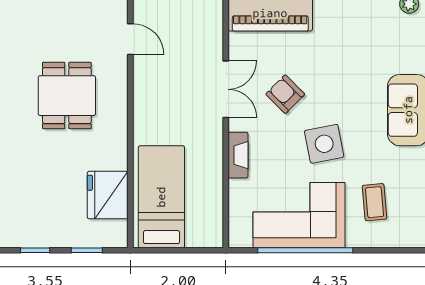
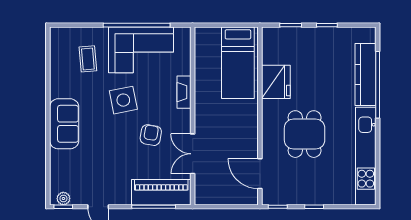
door: (130, 39) -> (260, 174), width x1.38
double door: (226, 89) -> (193, 154), moved
armchair: (285, 94) -> (151, 135), turned -125
fridge: (108, 195) -> (276, 82), moved

